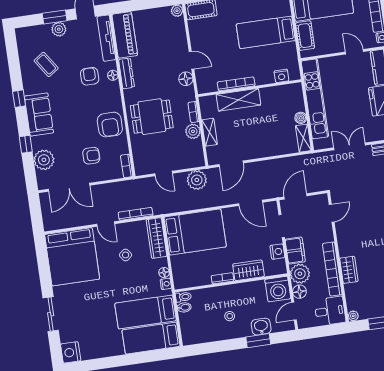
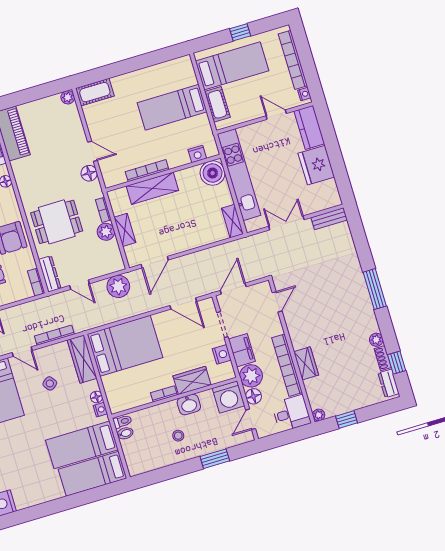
dresser: (126, 73) -> (50, 274), moved
boiler: (301, 118) -> (213, 173), moved, width x1.86, depth x1.86
washbasin: (261, 327) -> (189, 404), moved, turned 180

